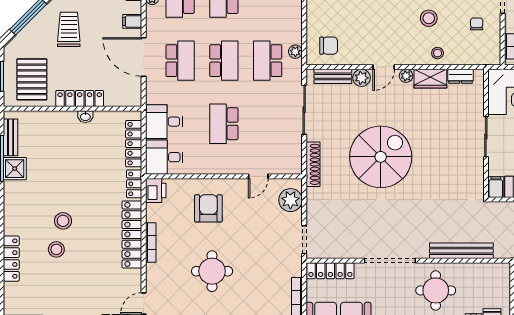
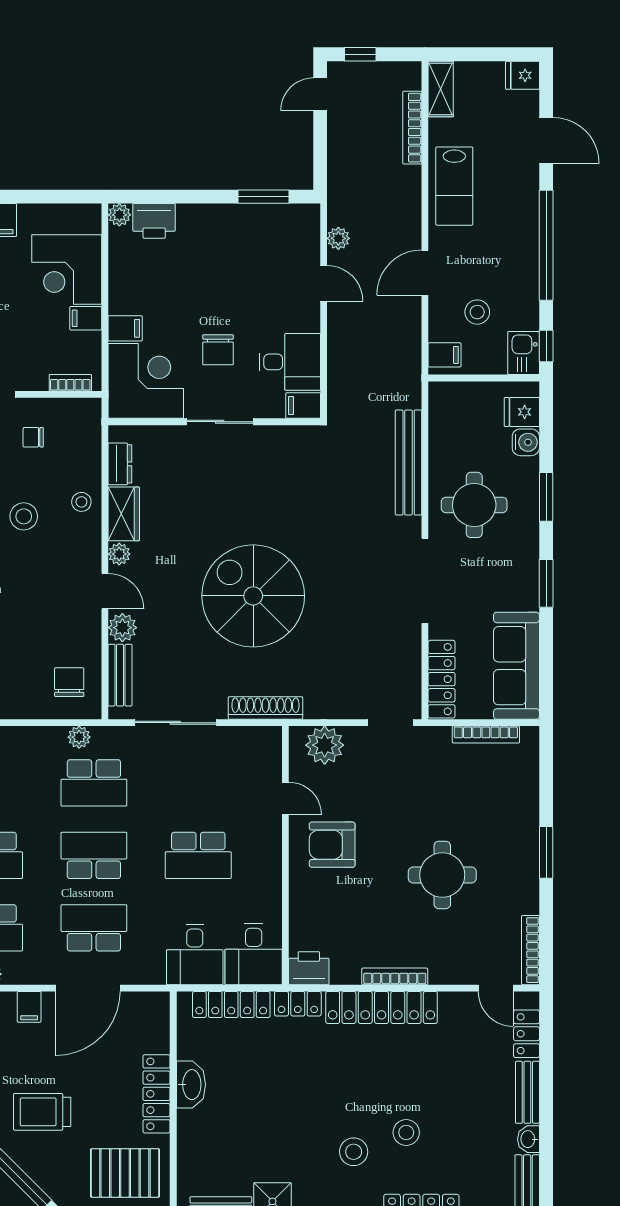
washbasin: (85, 117) -> (191, 1085), width x1.91, depth x1.45
armchair: (208, 208) -> (332, 845), moved
stool: (63, 221) -> (354, 1152), moved

